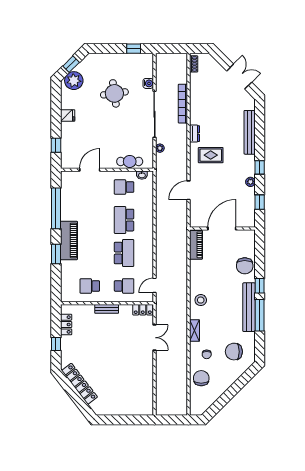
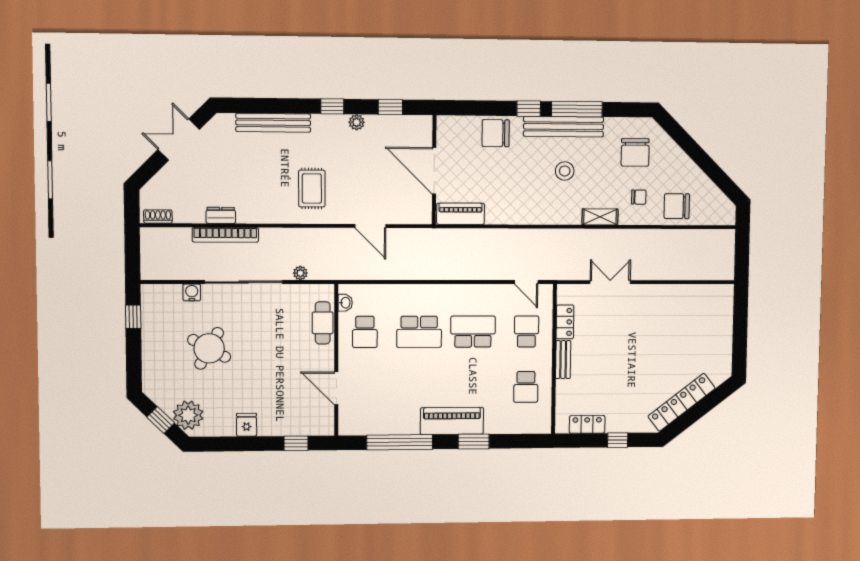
round table: (114, 93) -> (209, 348), turned 37
dresser: (194, 134) -> (221, 215), moved
chair: (245, 266) -> (496, 133), turned 180
stool: (201, 300) -> (565, 171), moved
locker: (143, 310) -> (565, 322), moved

